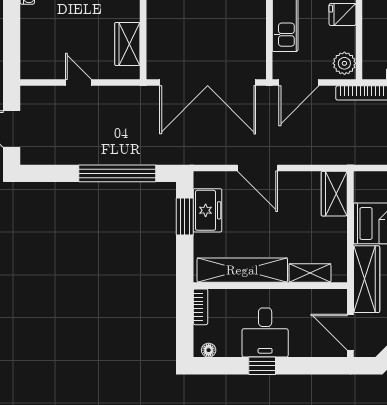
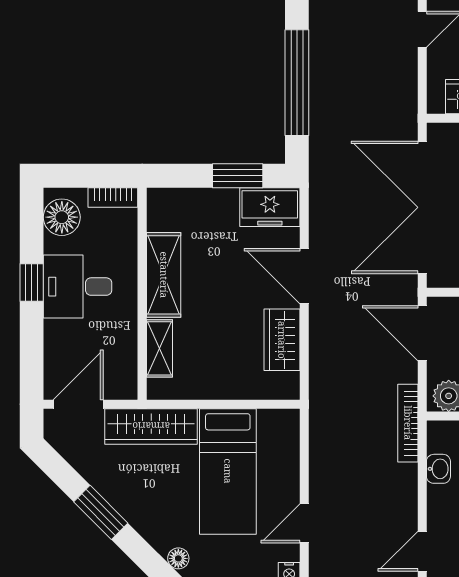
door: (258, 168) -> (304, 276), hinge flipped
wardrobe: (334, 194) -> (282, 340), moved, turned -90
freezer: (207, 210) -> (270, 207), moved
shelving: (242, 270) -> (164, 275), width x0.68
floor lamp: (209, 350) -> (62, 217), width x1.89, depth x1.89

